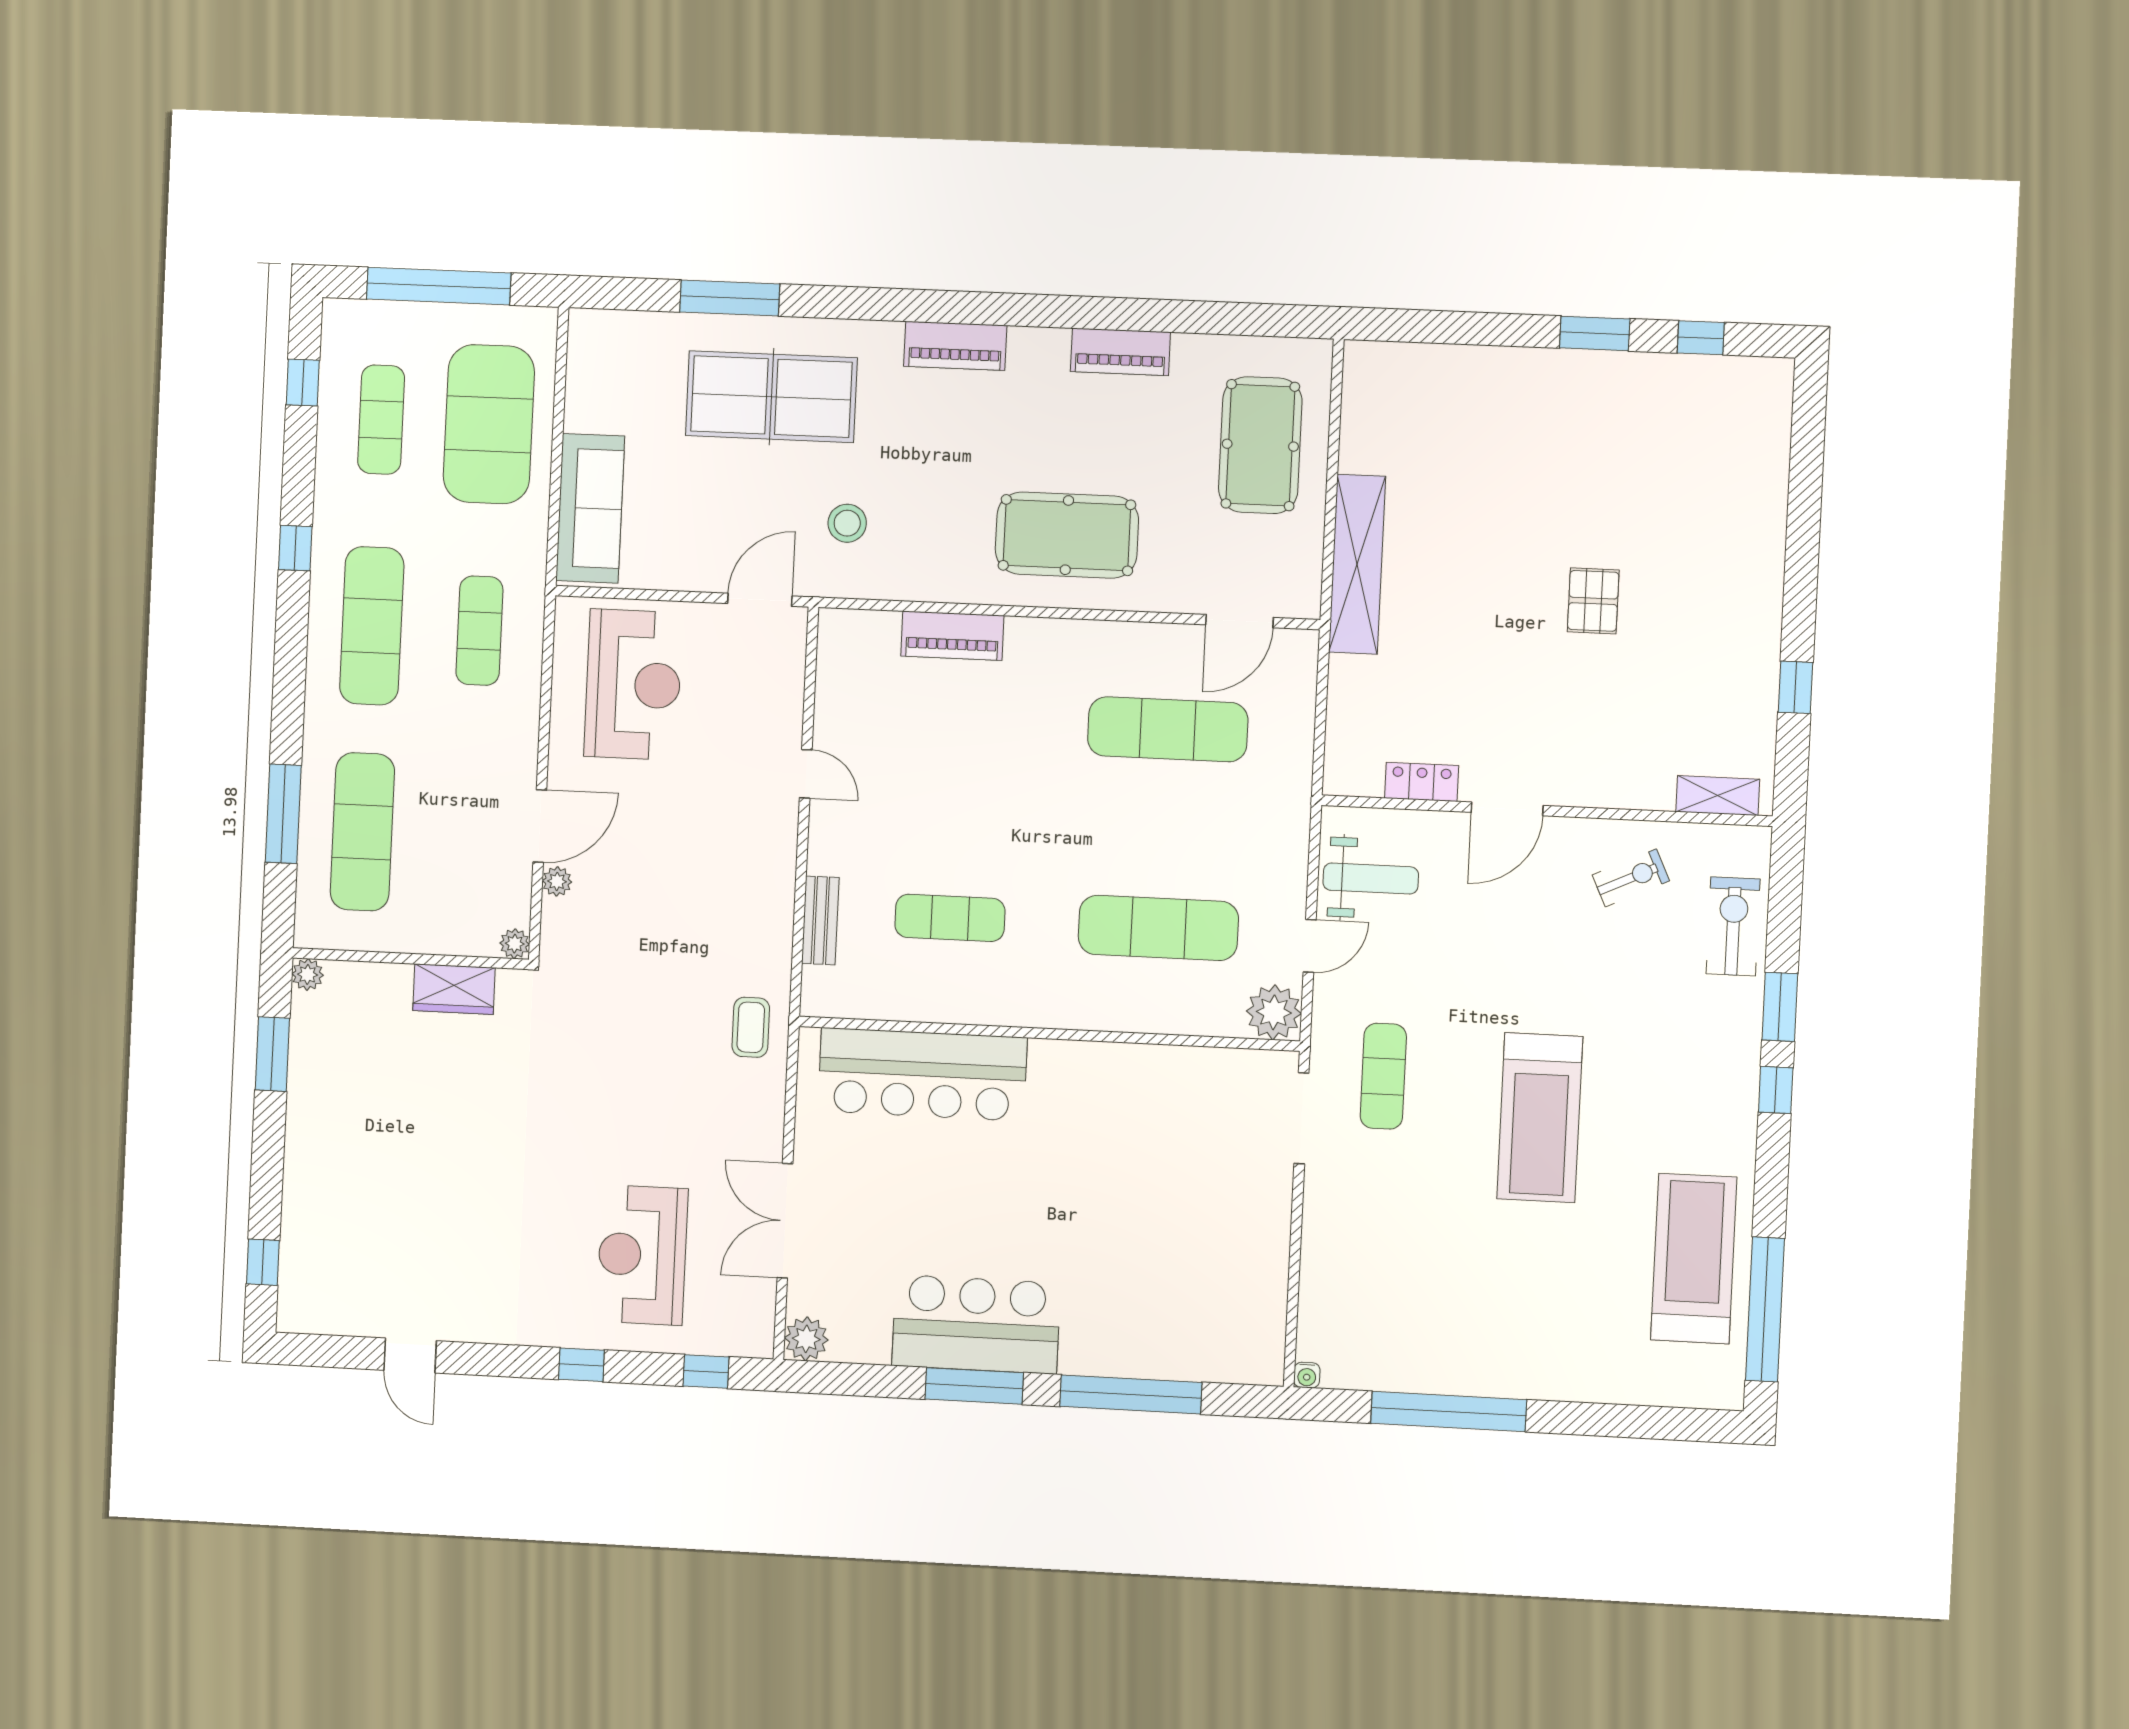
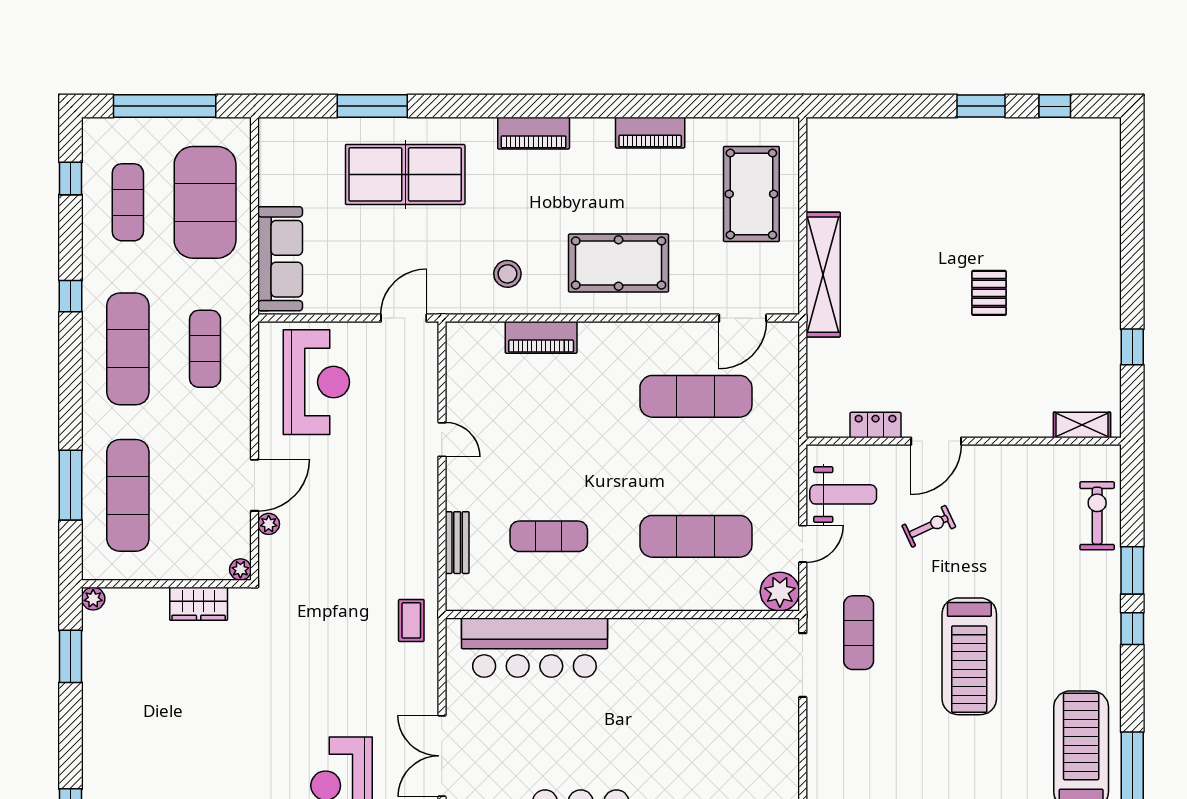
stool: (847, 523) -> (507, 274), moved
exercise bike: (1631, 878) -> (929, 526), moved

